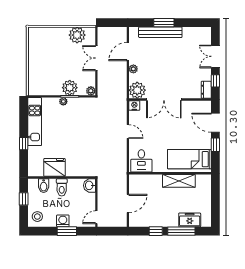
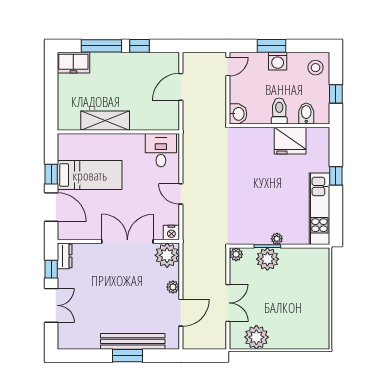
bed: (189, 159) -> (90, 175), moved
freezer: (190, 220) -> (73, 63), moved

